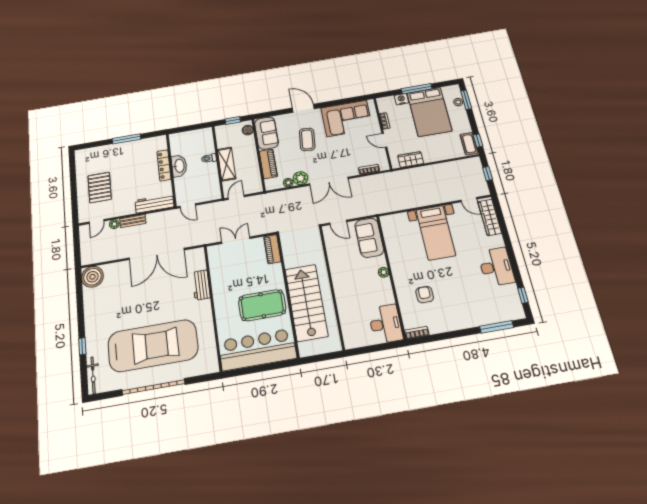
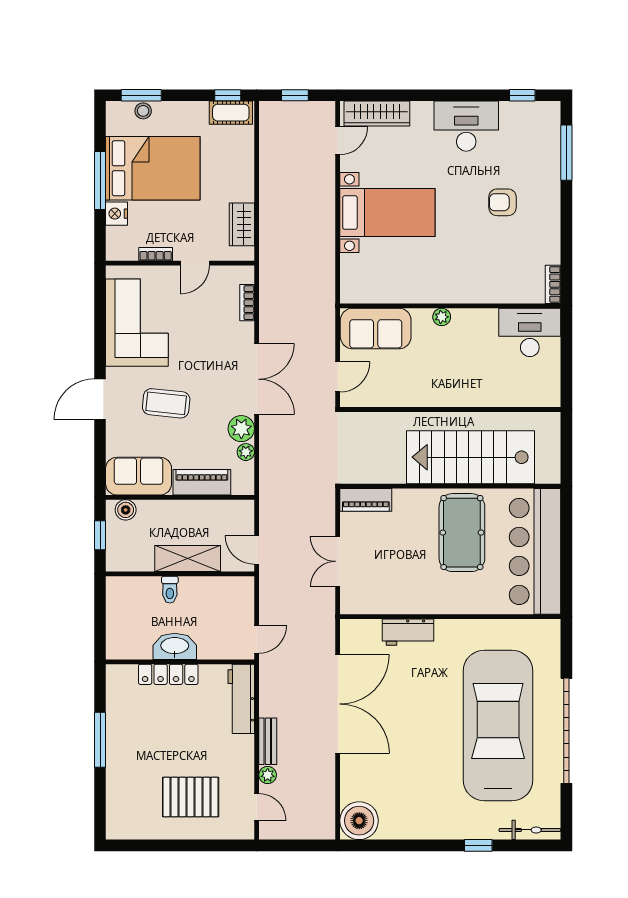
armchair: (425, 295) -> (503, 202), moved

